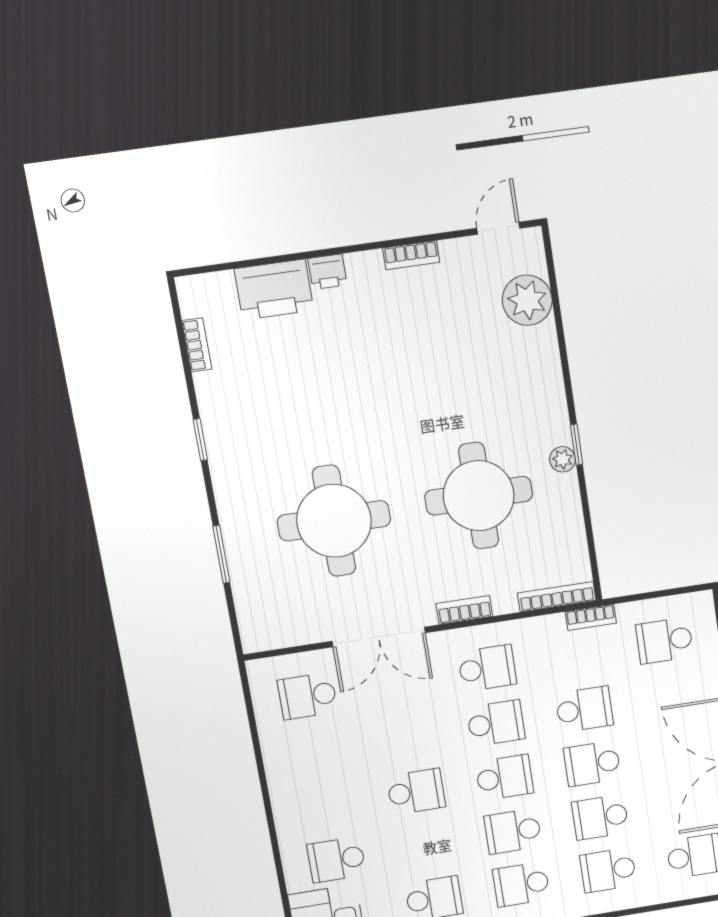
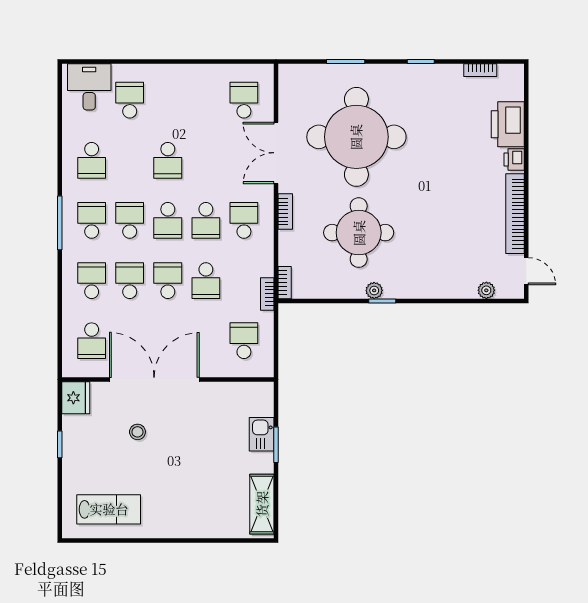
bookcase: (411, 255) -> (515, 214), width x2.31, depth x1.31
plant: (527, 300) -> (486, 290), width x0.53, depth x0.53
round table: (334, 521) -> (356, 137), width x1.36, depth x1.36
bookcase: (557, 597) -> (285, 283), width x0.64
school desk: (487, 668) -> (244, 220), turned 180

